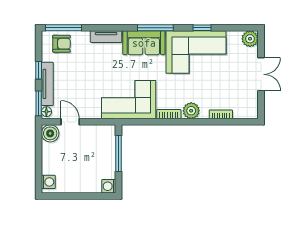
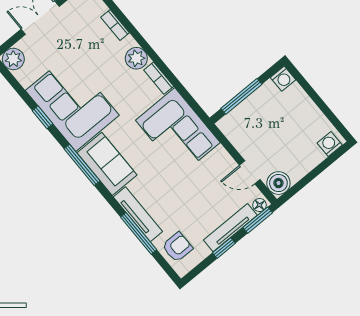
window: (64, 28) -> (139, 233), moved
tv unit: (106, 37) -> (138, 214), width x1.41
armchair: (62, 44) -> (177, 247), turned 90
door: (70, 122) -> (250, 172), hinge flipped

